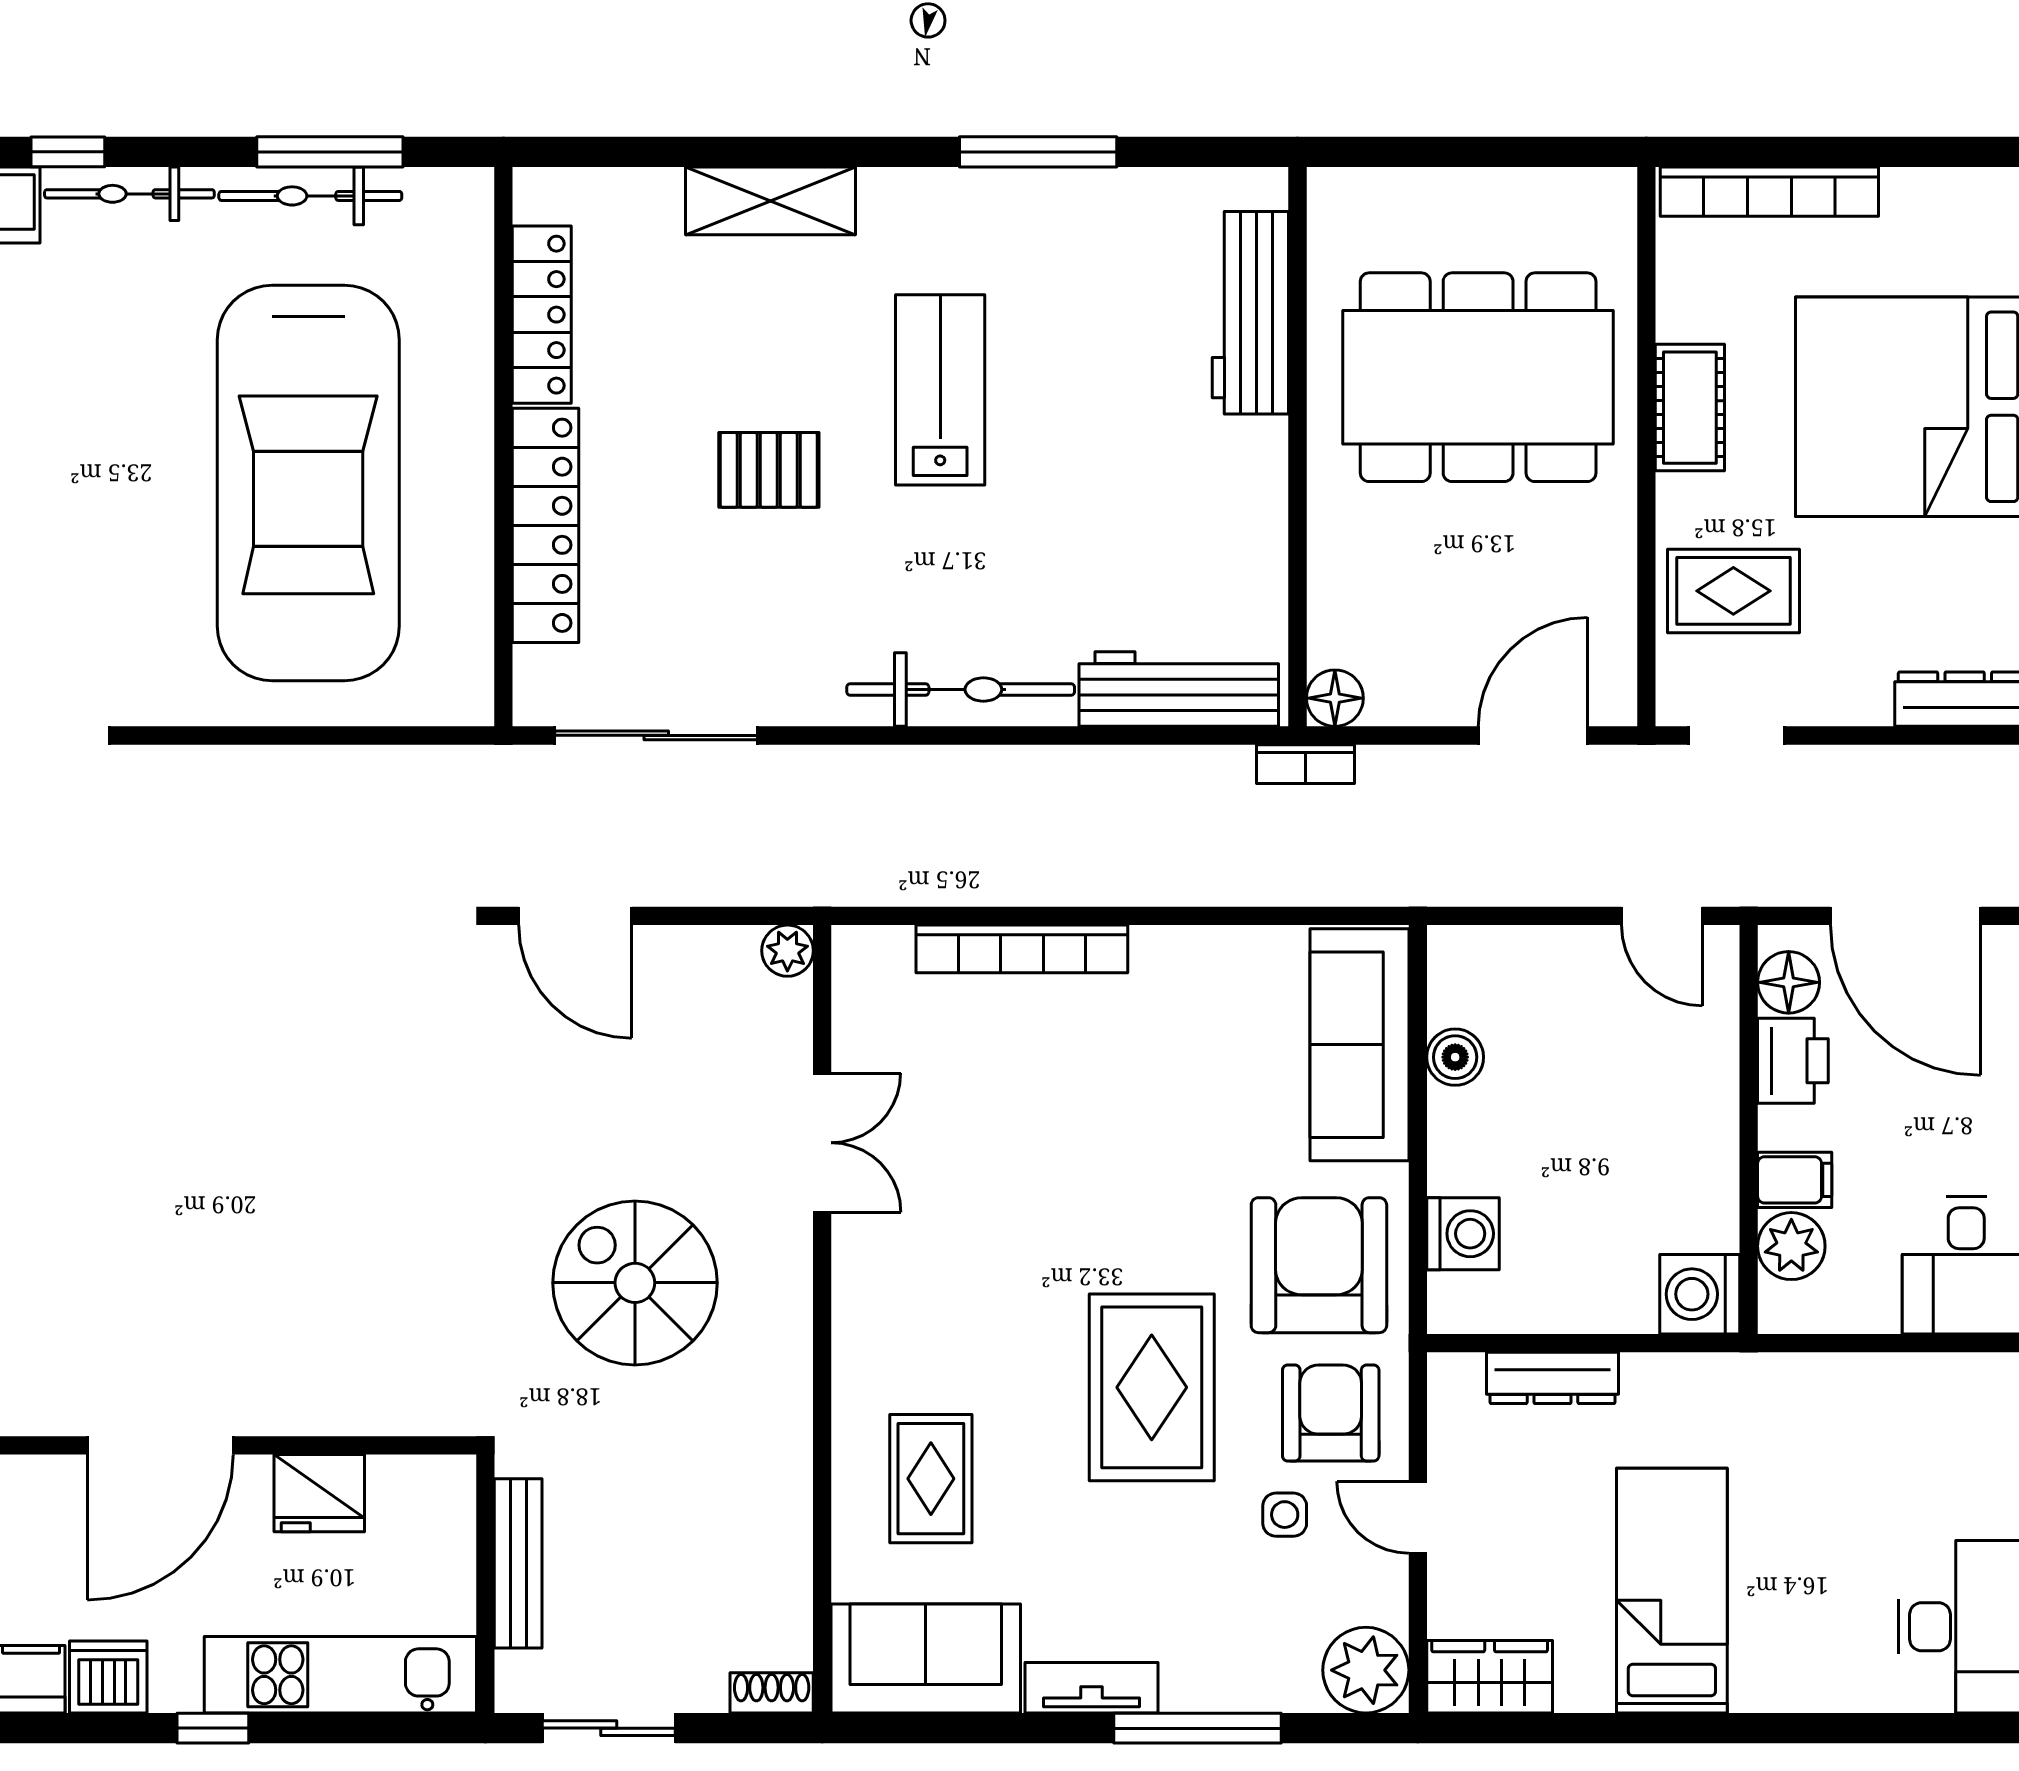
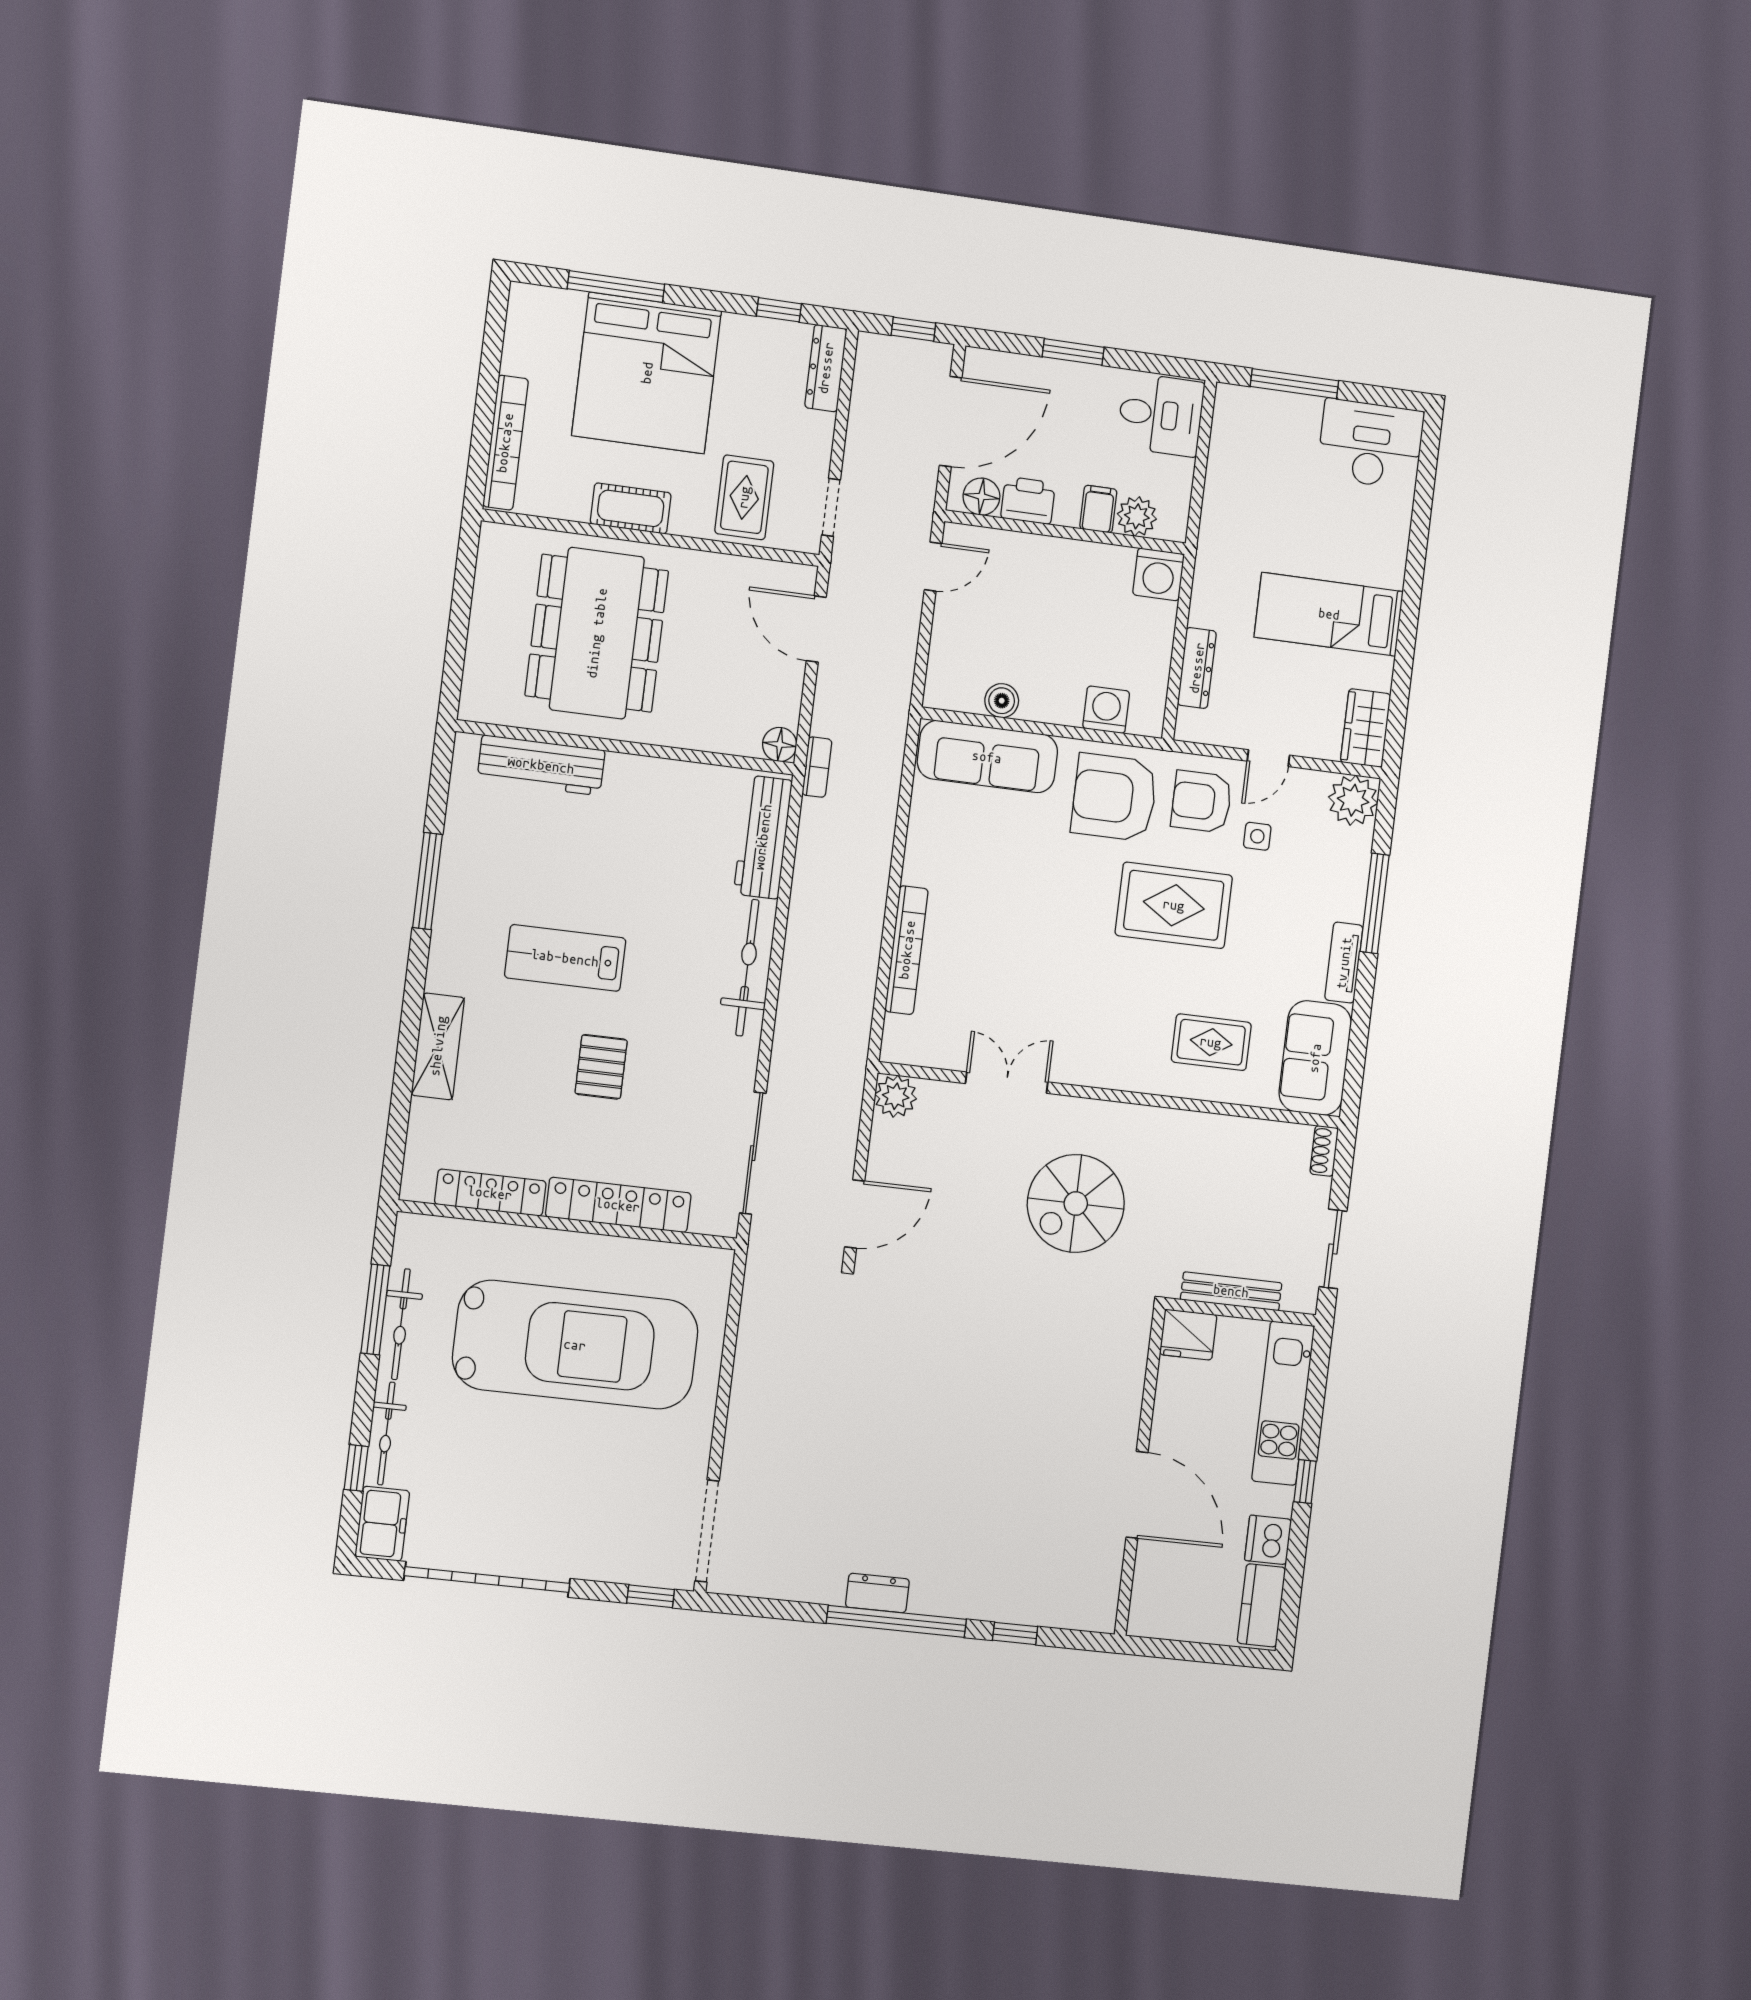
plant: (787, 951) -> (896, 1096), width x1.38, depth x1.38
fridge: (319, 1493) -> (1188, 1335), moved, turned 90

